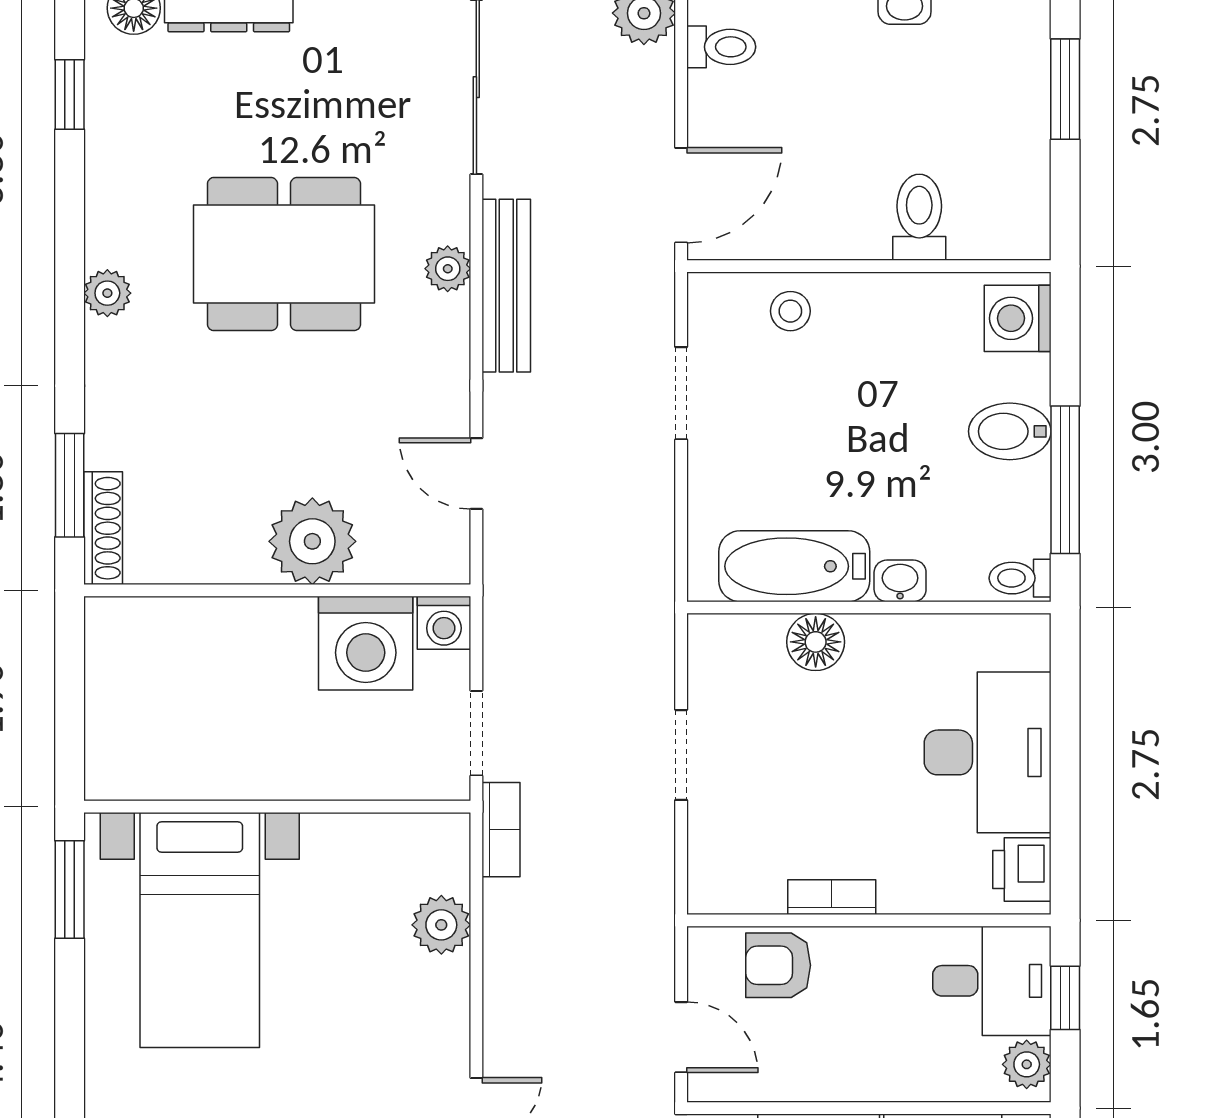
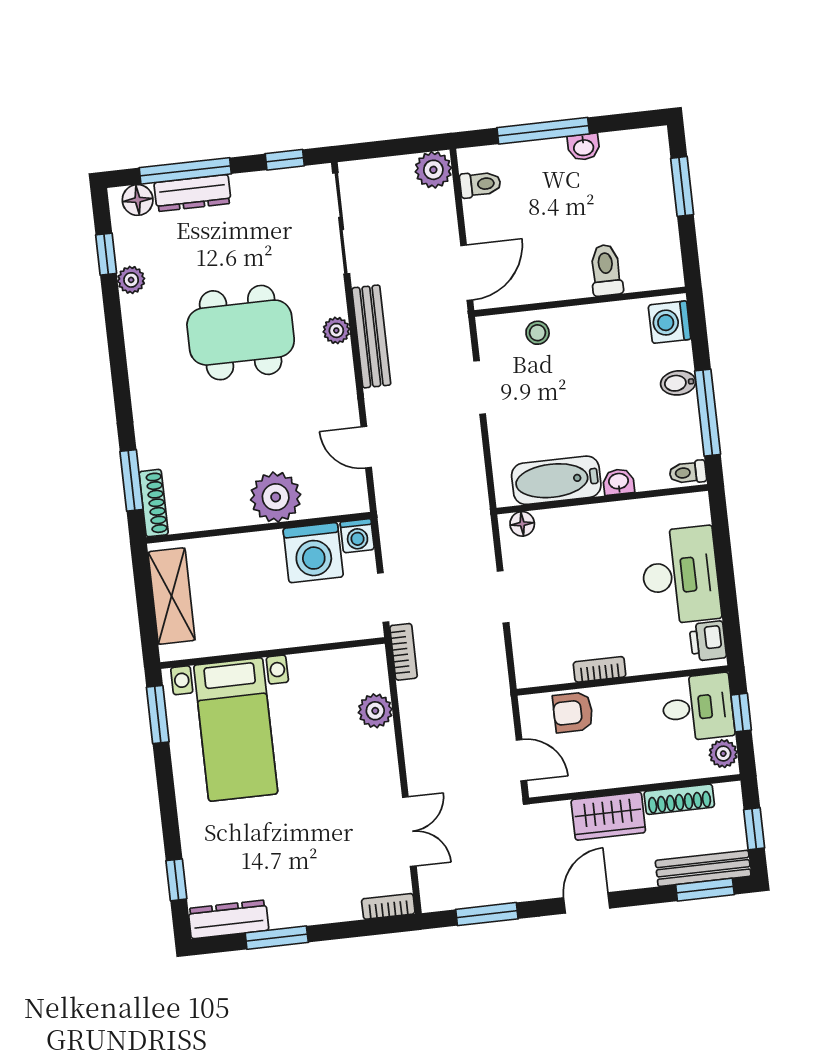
plant: (107, 293) -> (131, 280), moved
bidet: (1010, 431) -> (678, 383), width x0.72, depth x0.74
floor lamp: (816, 642) -> (522, 524), moved, width x0.73, depth x0.73
shelving: (116, 690) -> (172, 596), added

